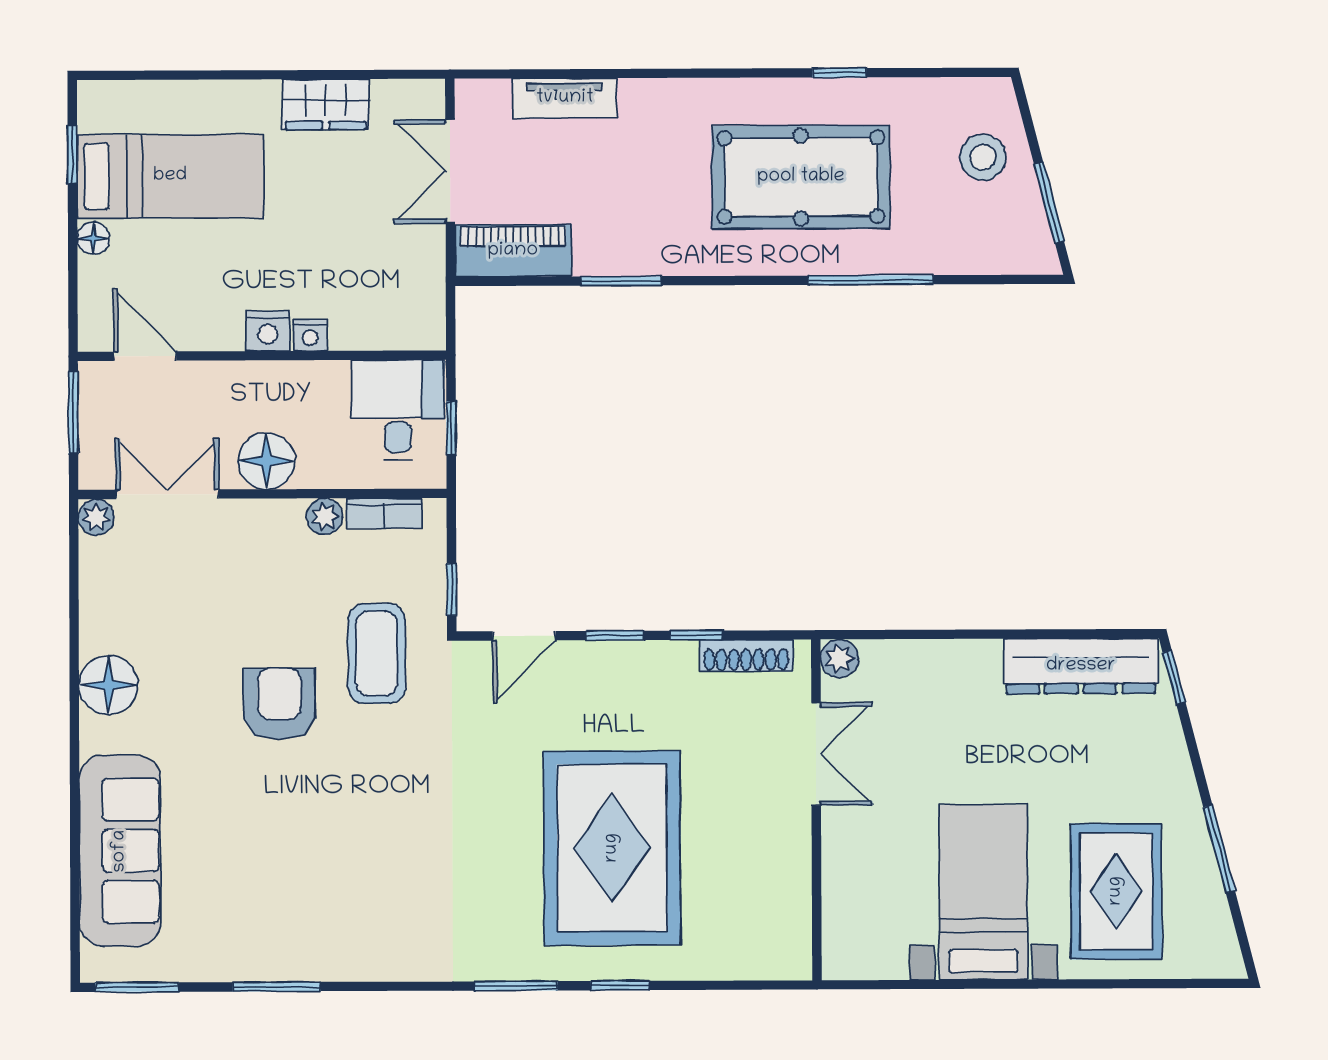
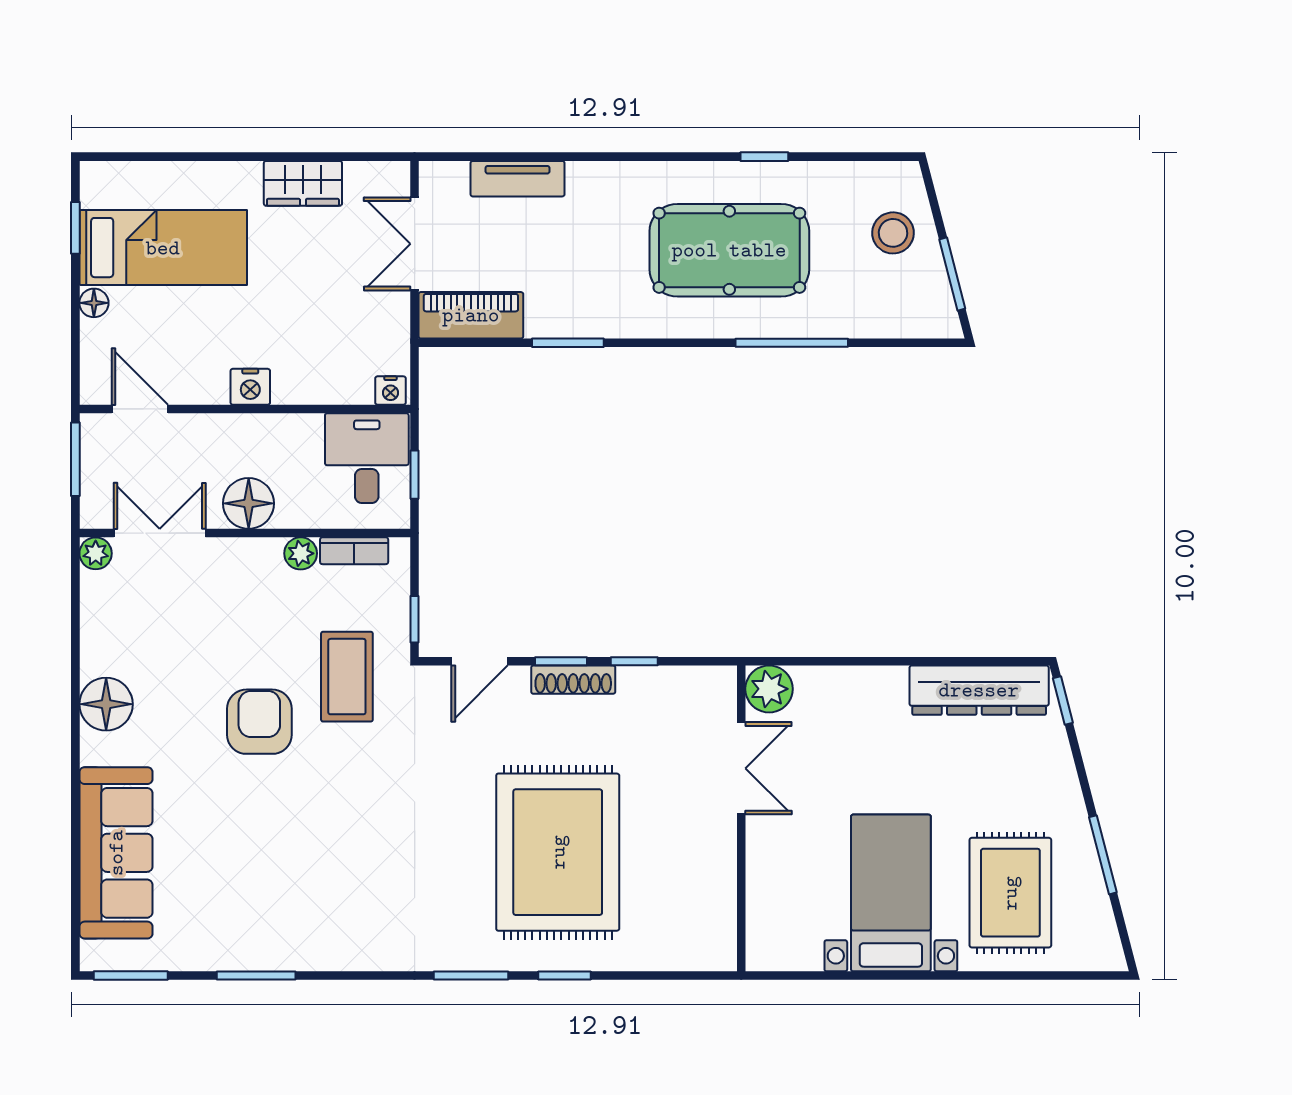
nightstand: (310, 335) -> (391, 391), moved
shoe rack: (746, 656) -> (573, 680), moved
plant: (840, 658) -> (769, 689), width x1.38, depth x1.38

